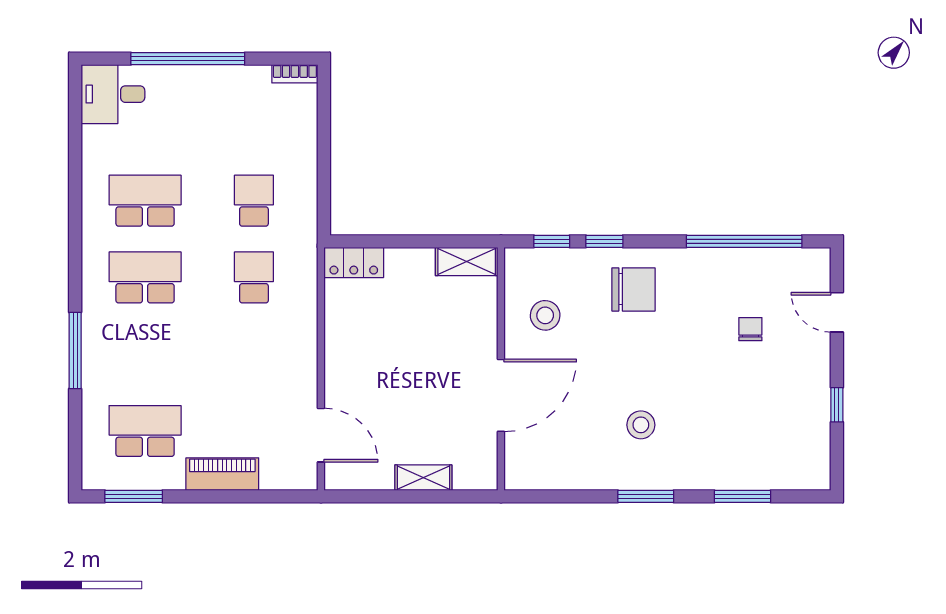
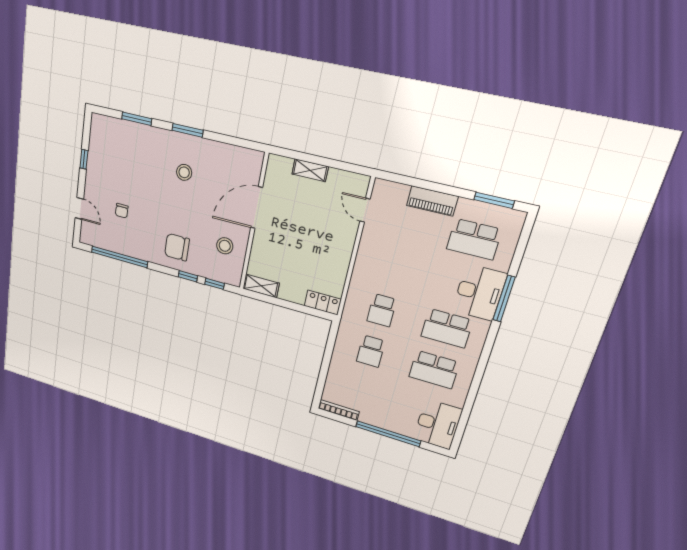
bookcase: (295, 74) -> (339, 410), width x1.56
desk: (113, 94) -> (438, 424), width x1.37
desk: (113, 350) -> (479, 292), added
door: (321, 435) -> (365, 210), width x0.73

